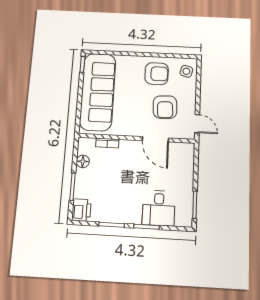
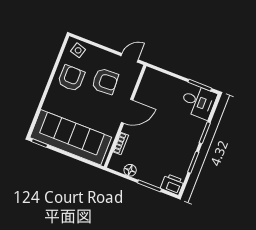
door: (155, 139) -> (127, 111), moved
desk: (159, 208) -> (198, 102), moved

